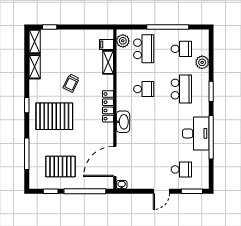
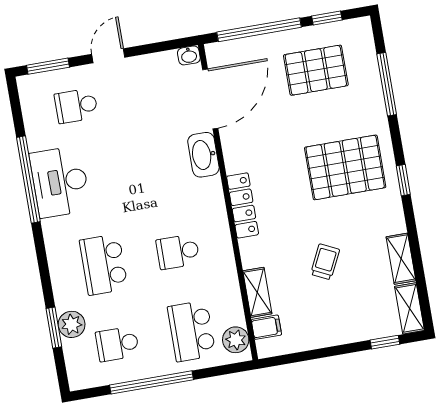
trolley: (71, 83) -> (325, 262), moved
window: (211, 91) -> (54, 328), moved
washbasin: (123, 122) -> (203, 155), moved

